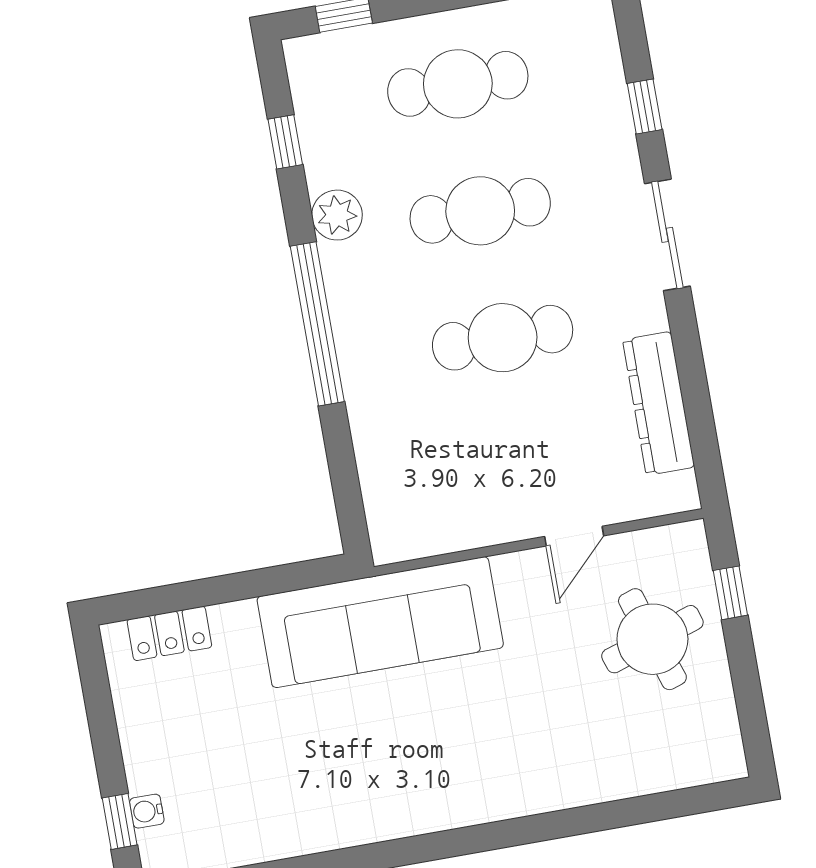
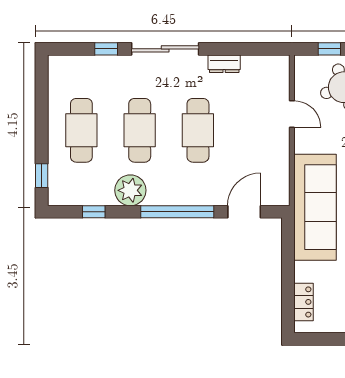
plant: (337, 215) -> (130, 190), width x1.36, depth x1.36
sliding door: (667, 235) -> (165, 49), width x1.37
dresser: (659, 403) -> (224, 64), width x0.51, depth x0.80
door: (343, 469) -> (244, 212), added

